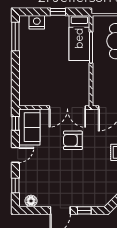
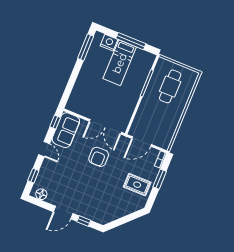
window: (58, 12) -> (131, 41), width x2.17
bed: (79, 38) -> (120, 63), moved
armchair: (73, 140) -> (99, 157), turned -90
door: (15, 155) -> (44, 149), hinge flipped

